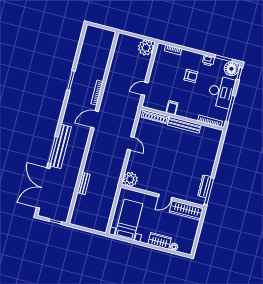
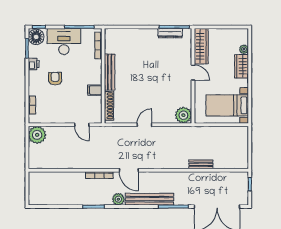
plant: (72, 104) -> (118, 199), added
bench: (61, 146) -> (150, 199), moved

